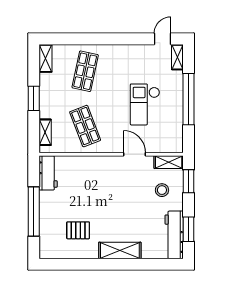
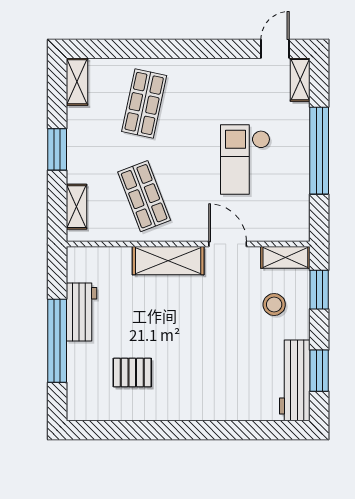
workbench: (48, 173) -> (81, 312), moved
shelving: (120, 250) -> (168, 261), moved

